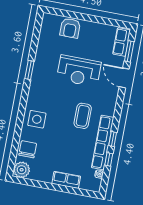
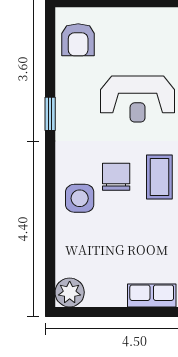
armchair: (70, 28) -> (78, 40), moved
chair: (28, 149) -> (116, 177), moved

